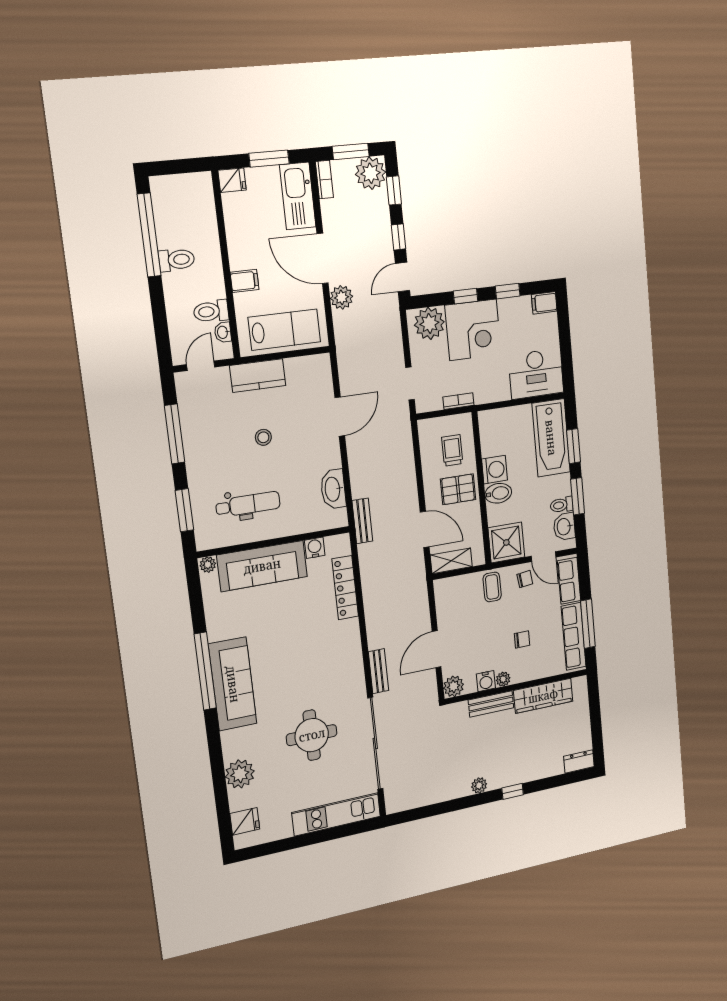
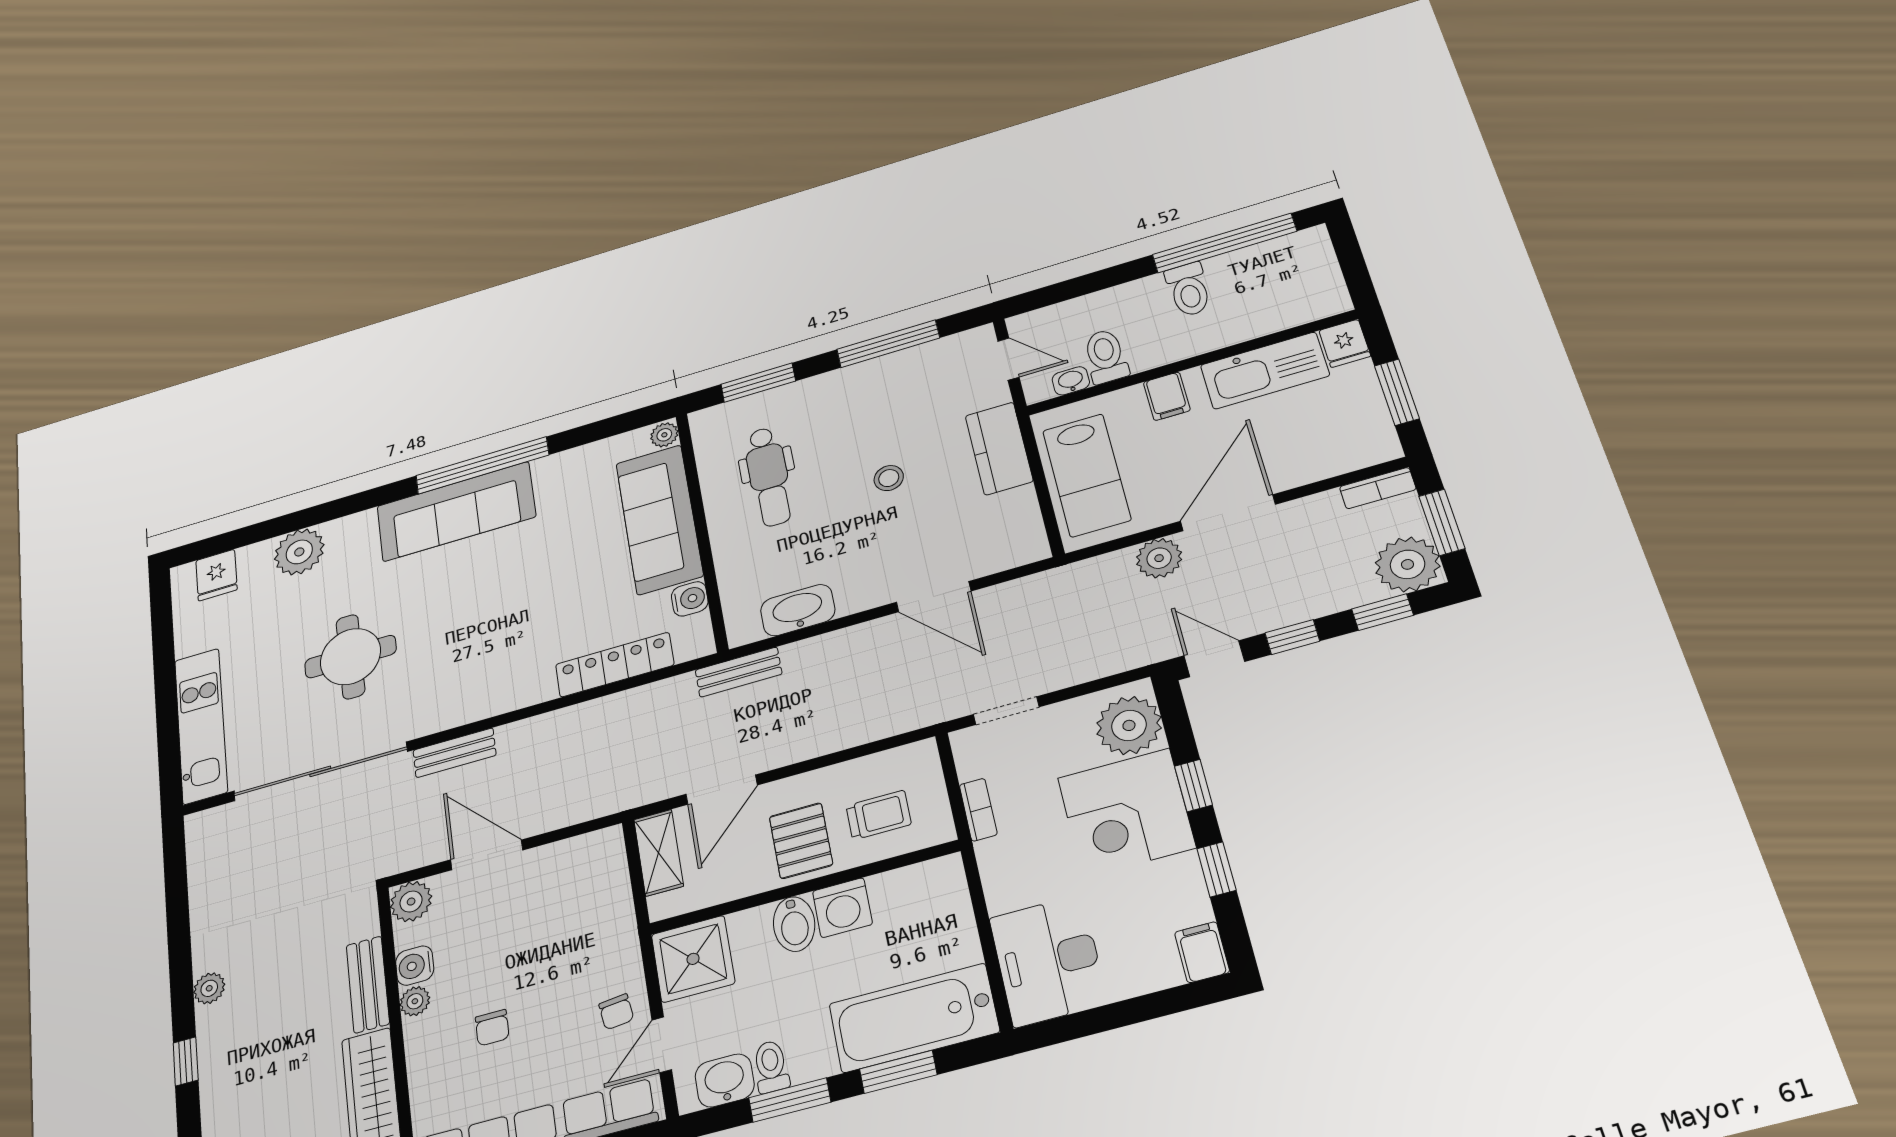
kitchen sink: (298, 196) -> (1265, 371), moved, turned 180
coffee table: (492, 587) -> (603, 945), removed

